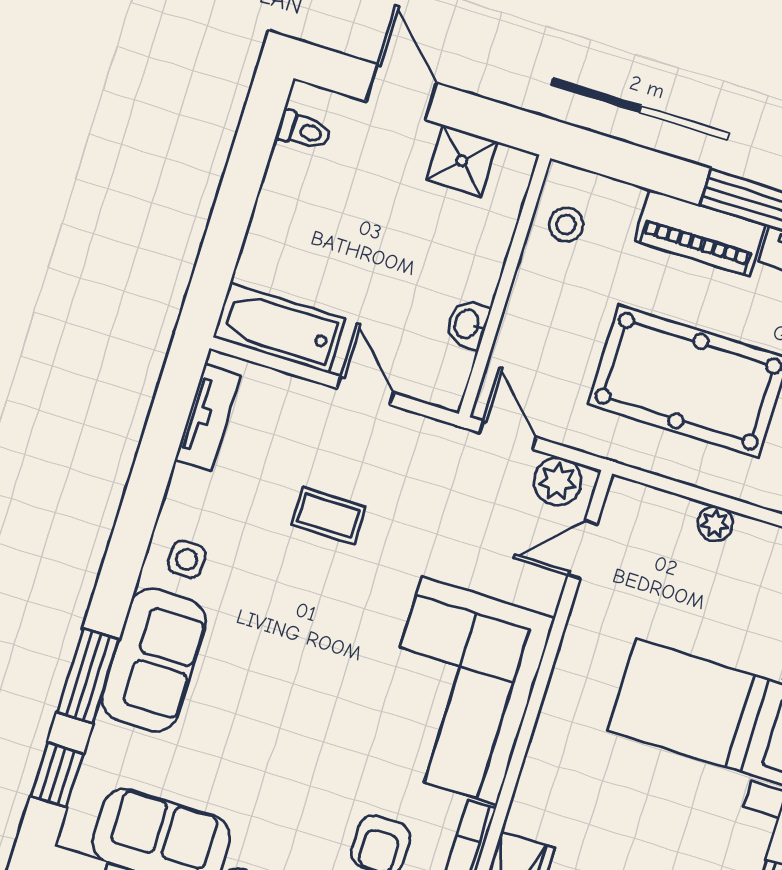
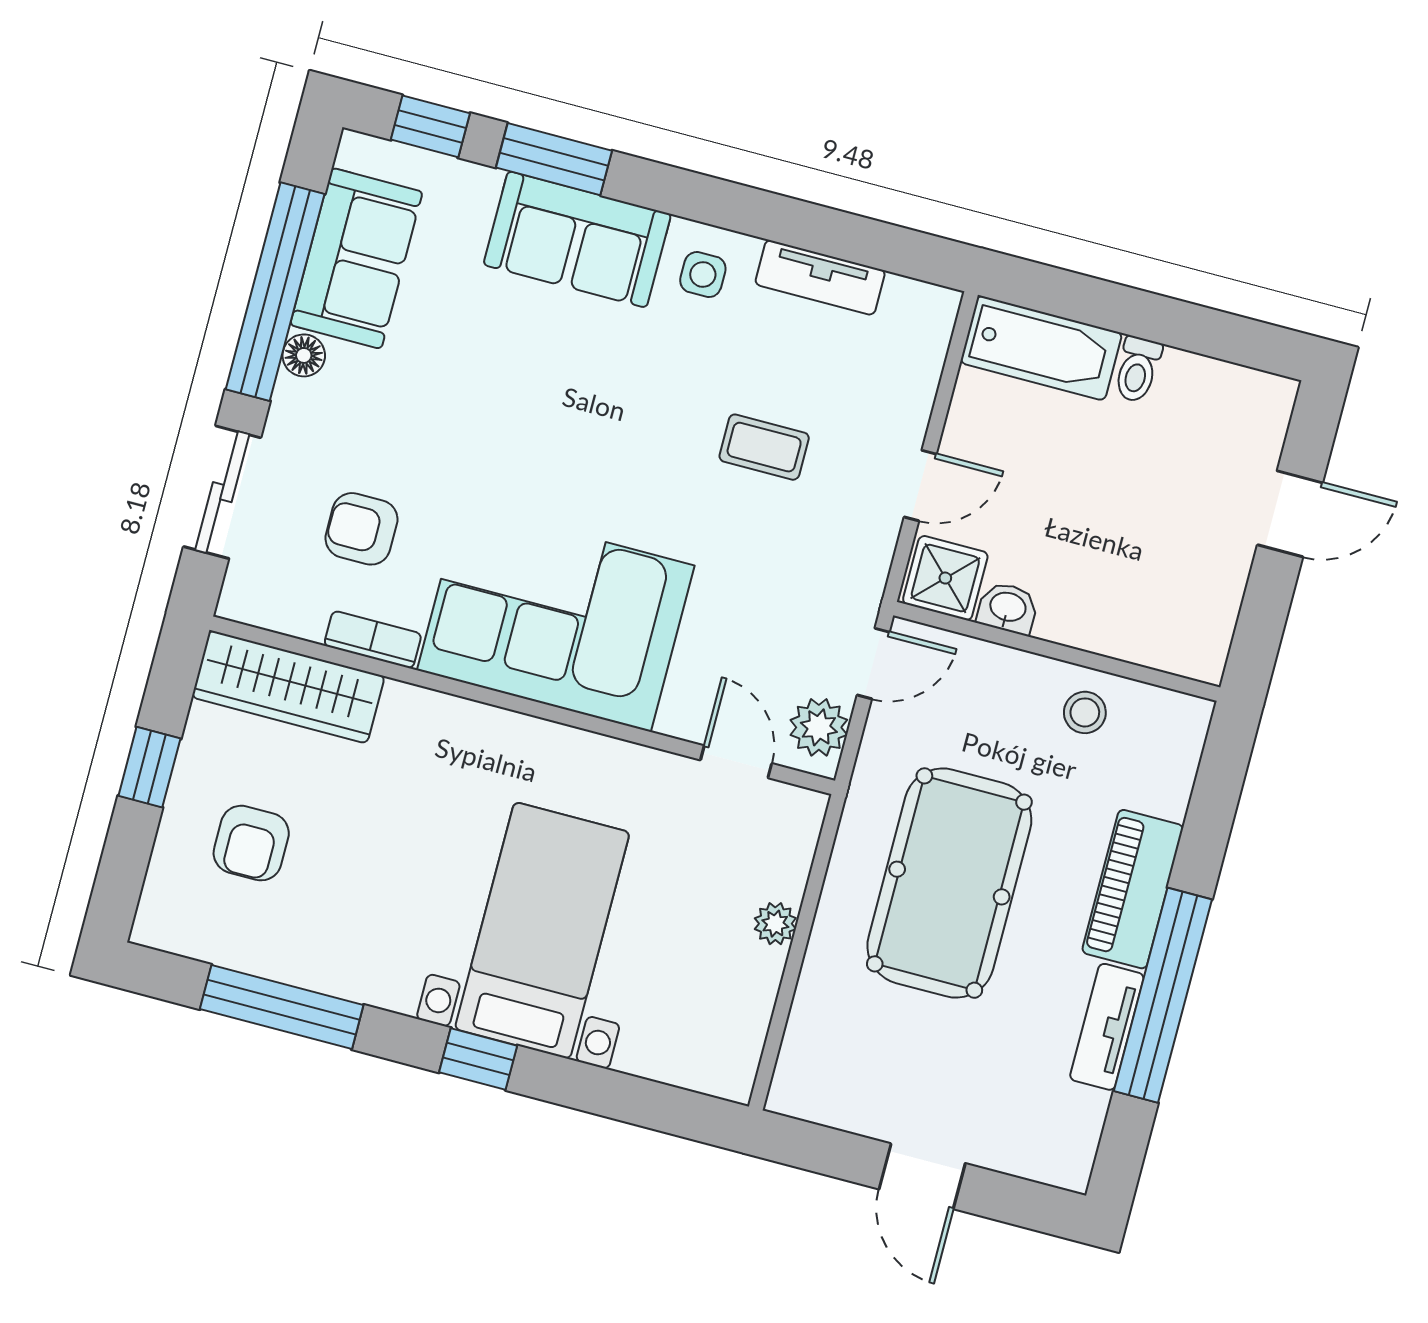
toilet: (304, 131) -> (1137, 369), moved
shower: (462, 161) -> (945, 578), moved
stool: (566, 225) -> (1085, 712), moved
bathtub: (279, 328) -> (1041, 348), moved, turned 90
tv unit: (208, 417) -> (820, 277), moved
coffee table: (329, 516) -> (764, 447), turned 90

